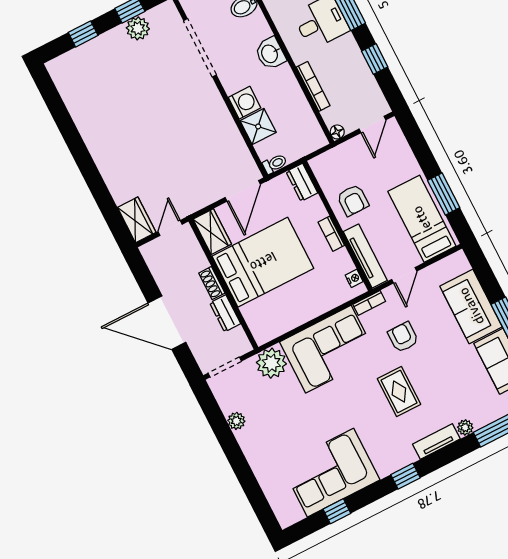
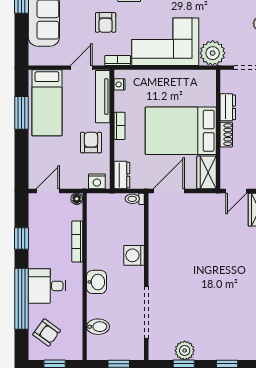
shower: (258, 126) -> (133, 233), removed
nightstand: (325, 162) -> (97, 181), added

